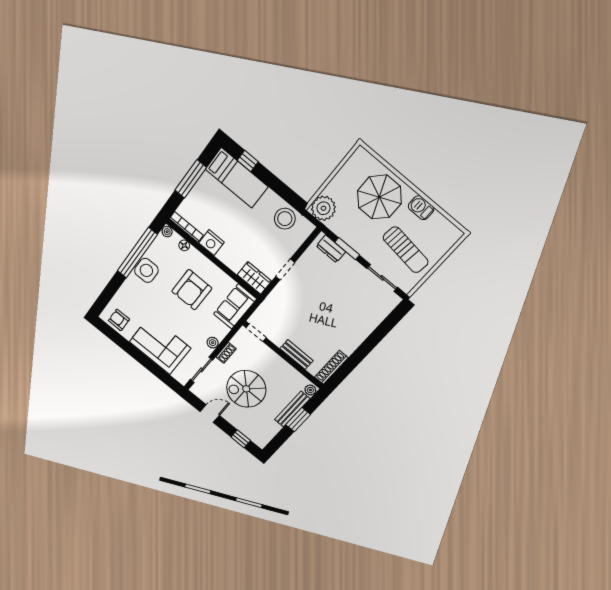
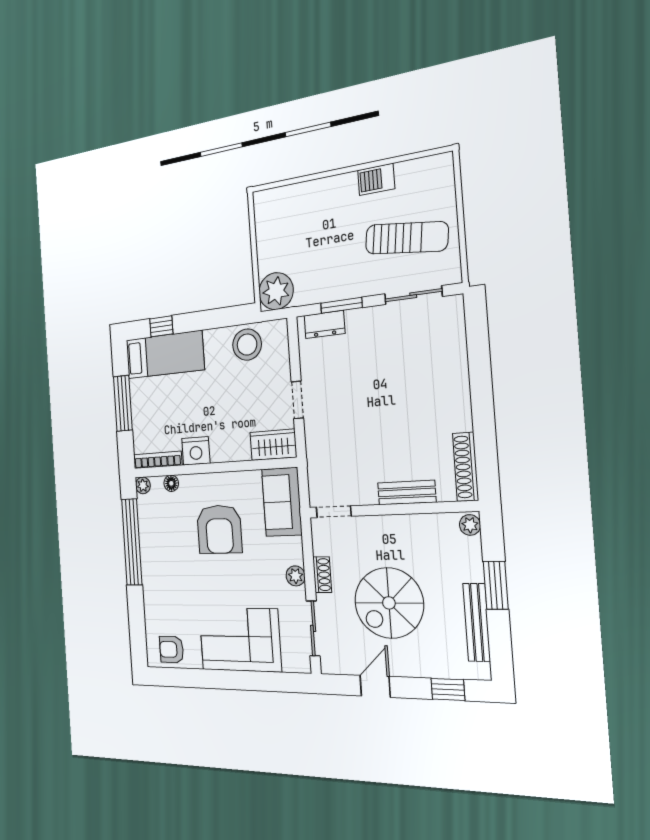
parasol: (379, 197) -> (322, 218), removed
side table: (146, 270) -> (155, 554), removed
bench: (292, 409) -> (477, 622), moved

